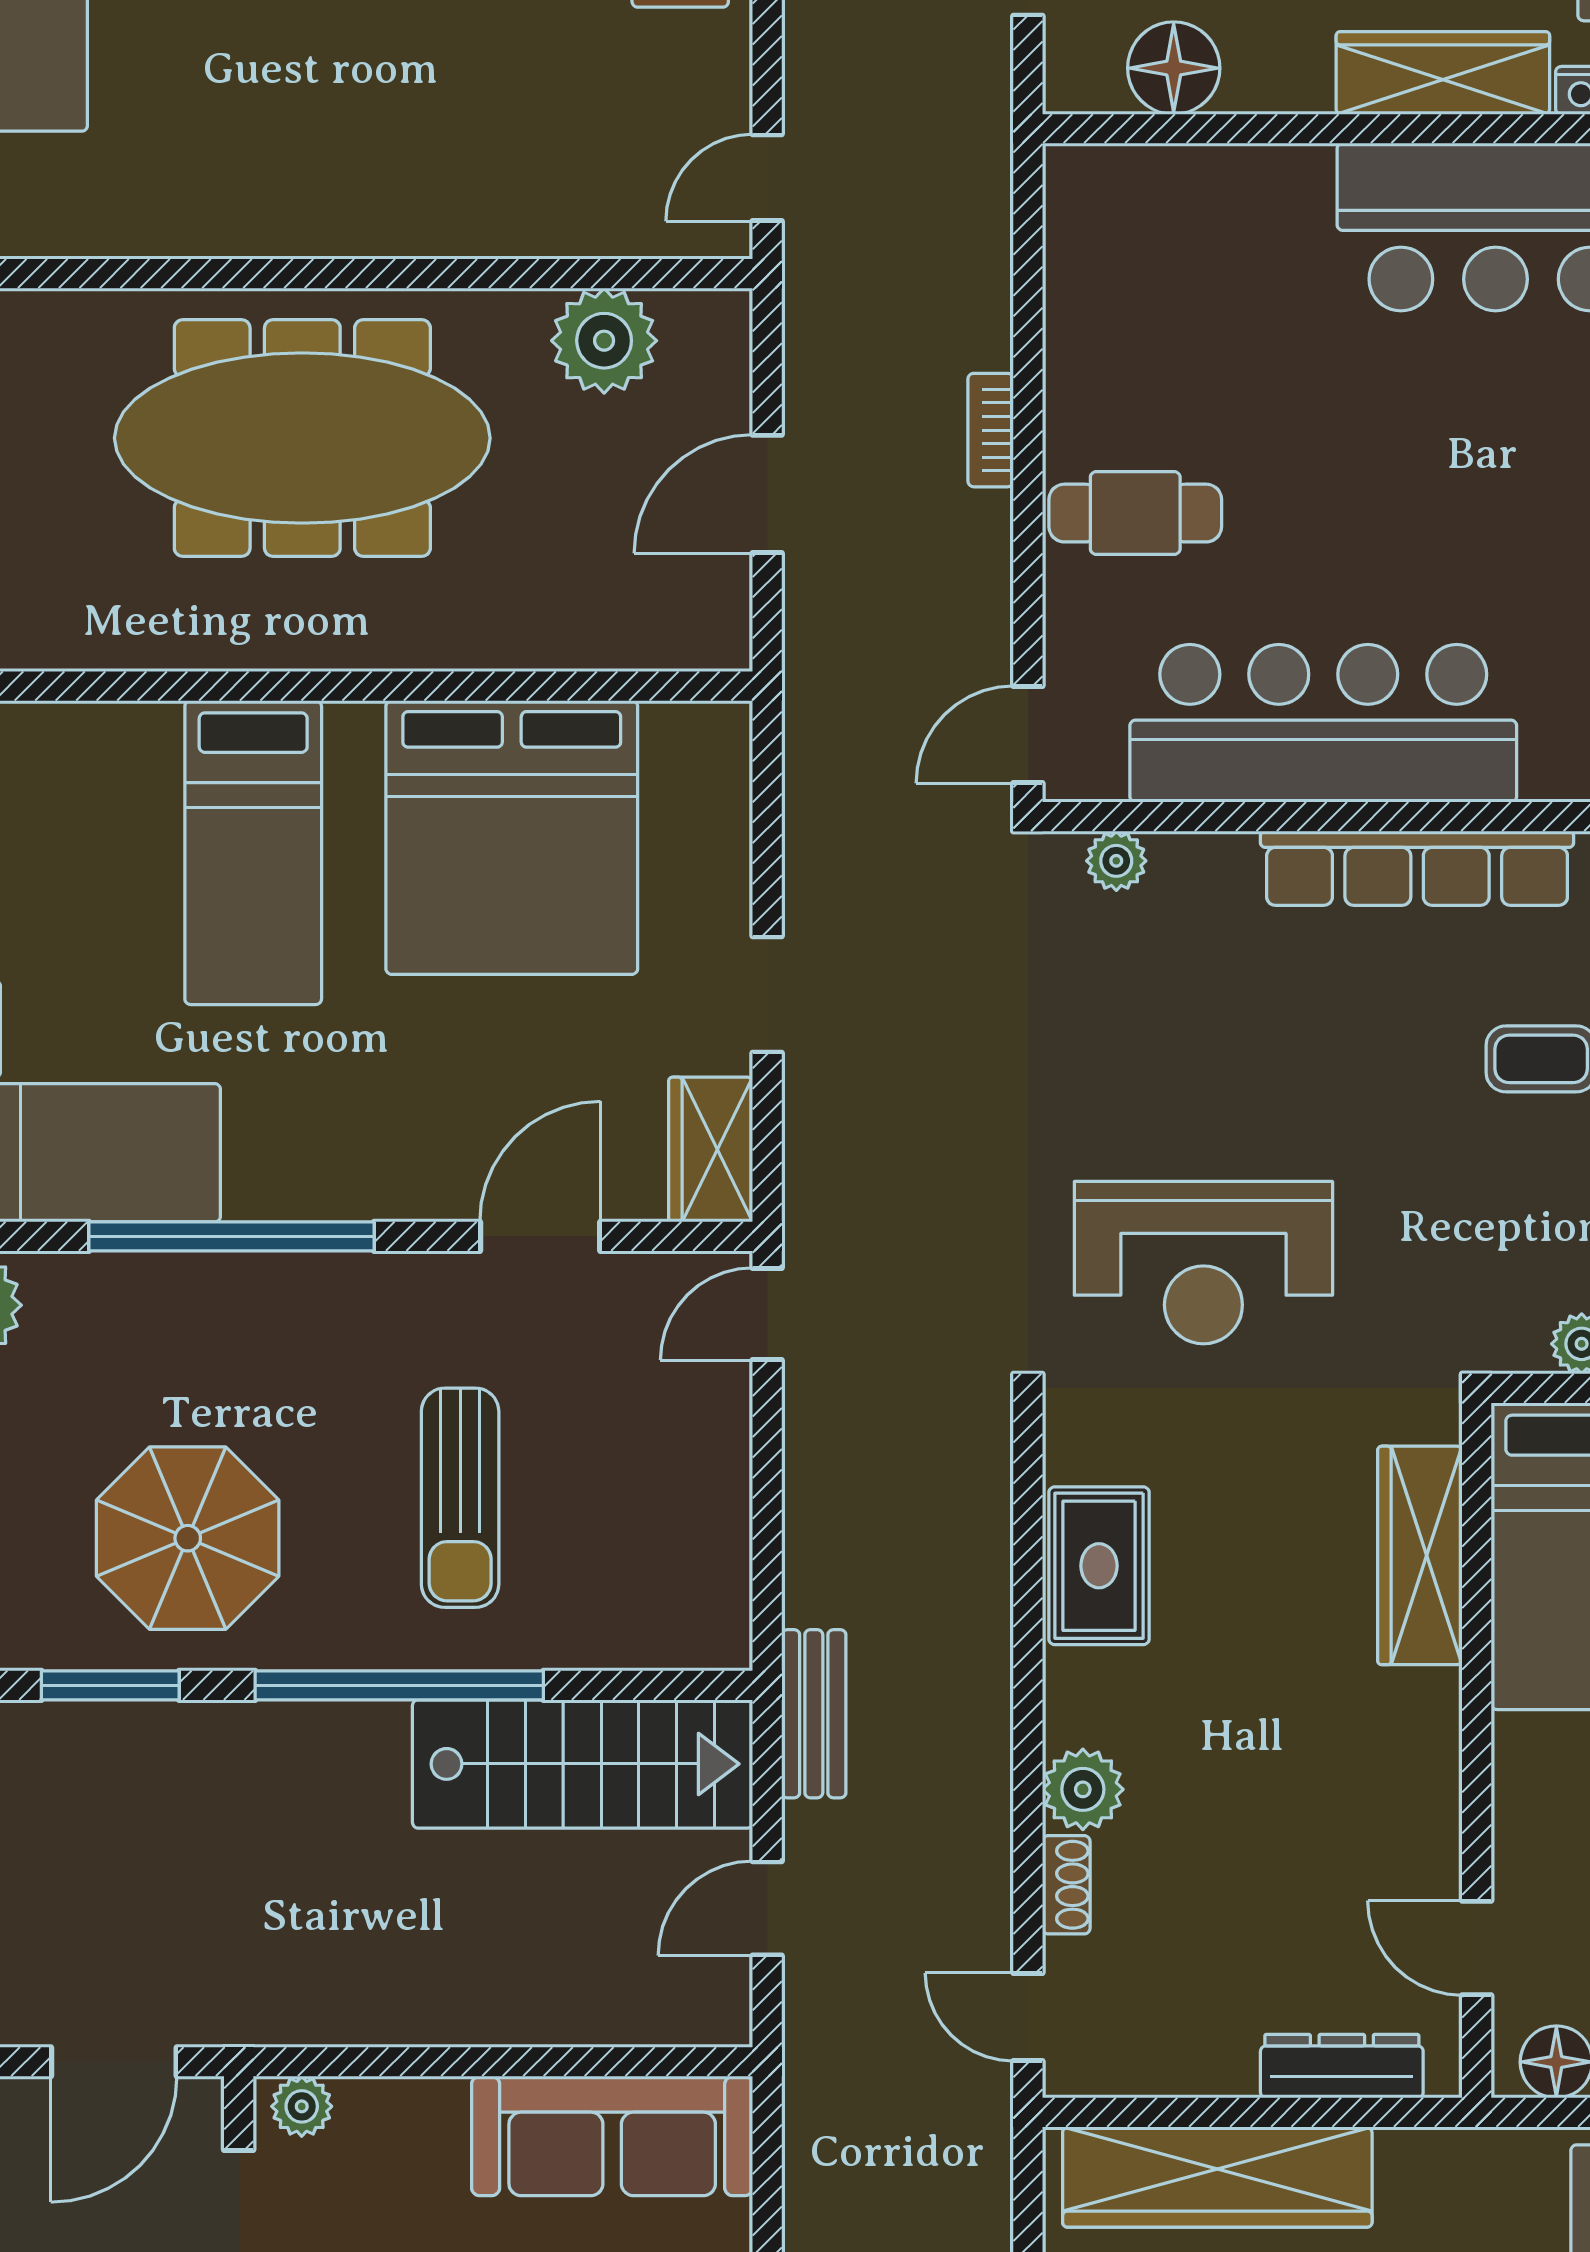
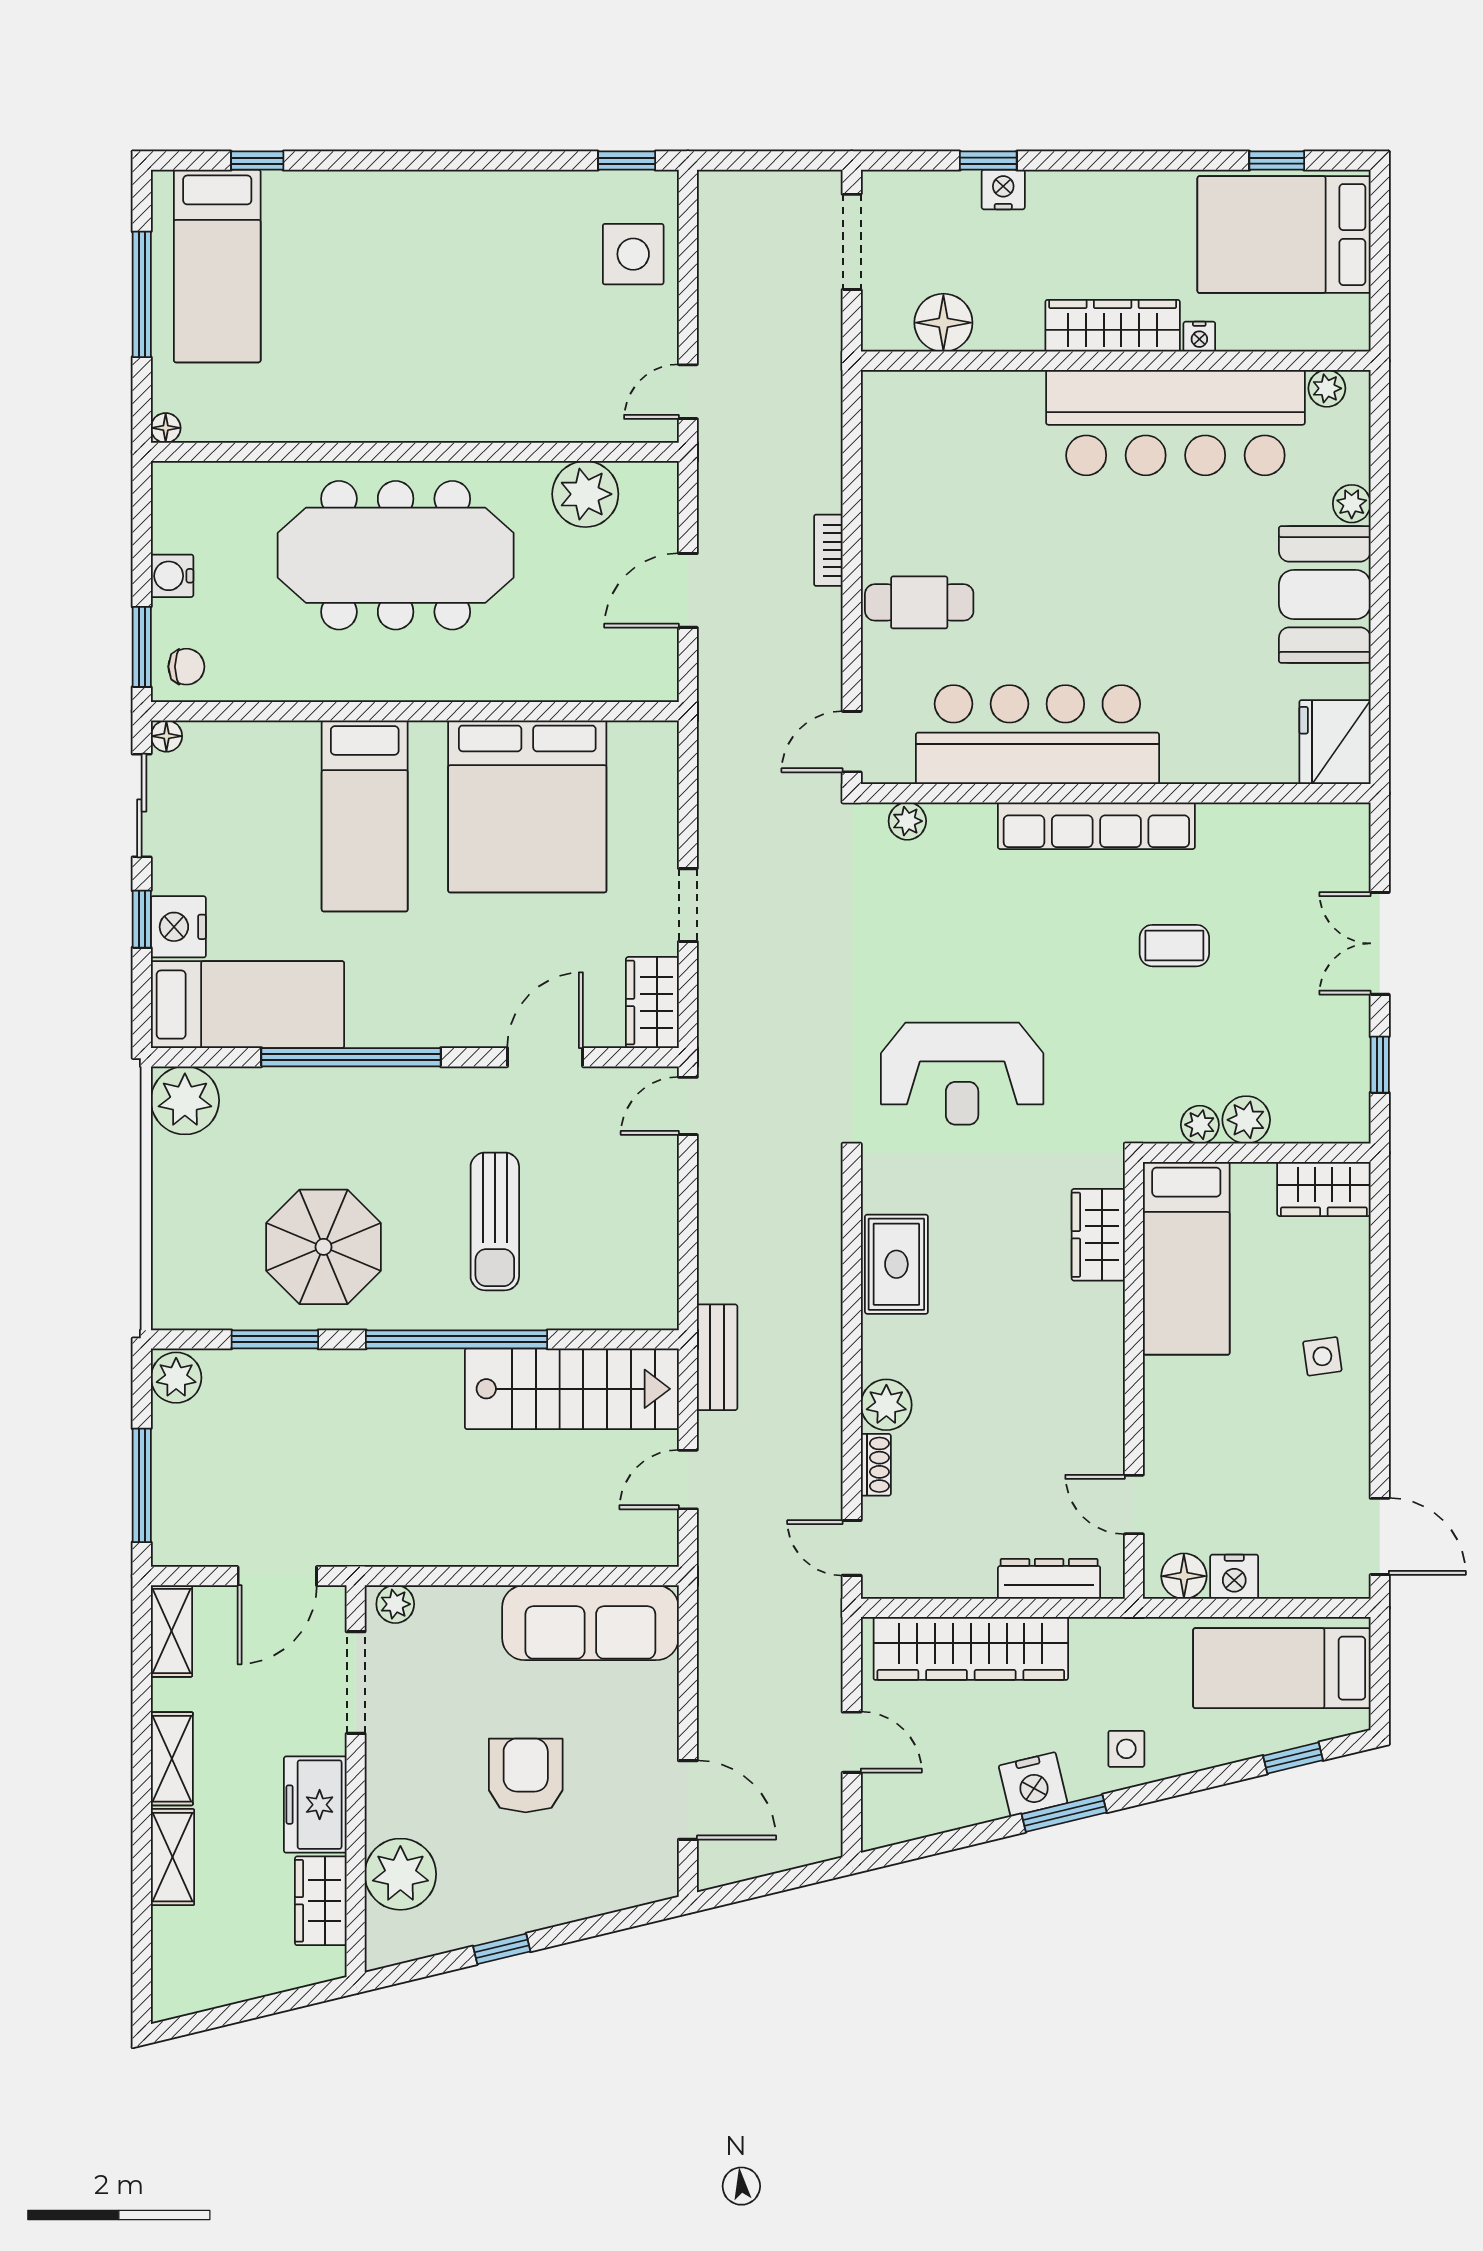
wardrobe: (1420, 1555) -> (1098, 1235), width x0.67

